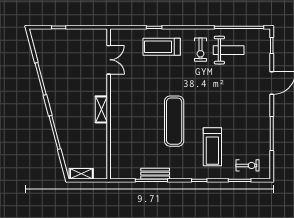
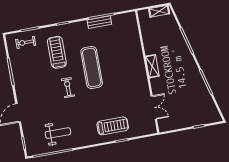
exercise bike: (200, 50) -> (68, 88), moved
weight bench: (229, 50) -> (58, 133), turned 180
double door: (109, 60) -> (154, 108), swing flipped

